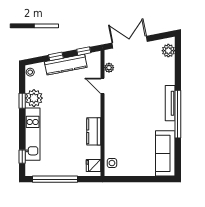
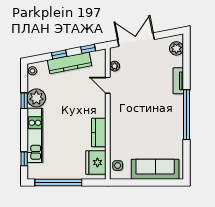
tv unit: (170, 103) -> (178, 81), moved, width x0.71
sofa: (165, 153) -> (155, 169), moved, turned 90
fridge: (93, 165) -> (96, 163), width x1.88, depth x1.34

